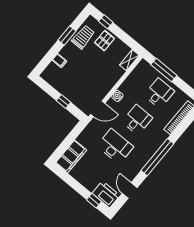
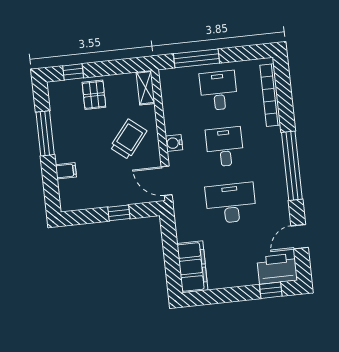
window: (67, 36) -> (45, 133), width x1.44
trolley: (83, 37) -> (128, 139), moved, turned 39
door: (98, 109) -> (167, 181), swing flipped
door: (130, 191) -> (300, 237), hinge flipped

